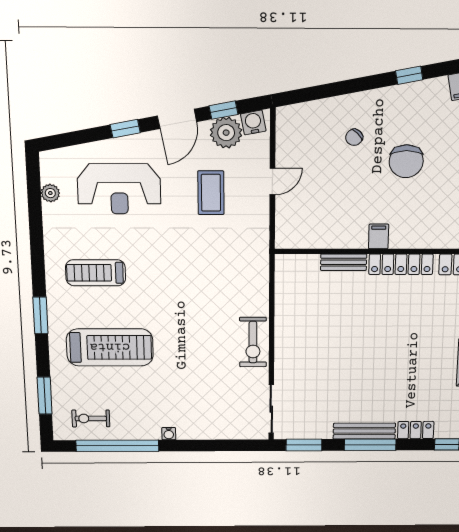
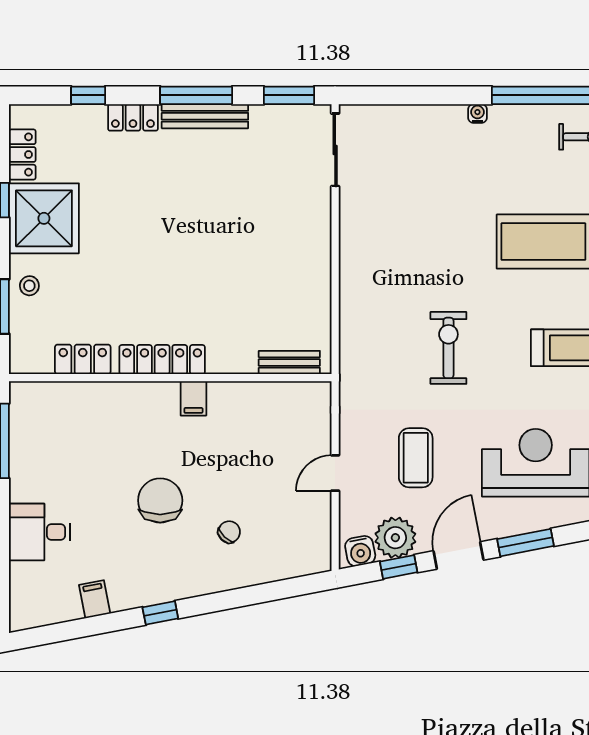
window: (125, 129) -> (525, 543), width x1.50
bench: (344, 262) -> (289, 362), moved
exercise bike: (253, 342) -> (448, 348), moved

